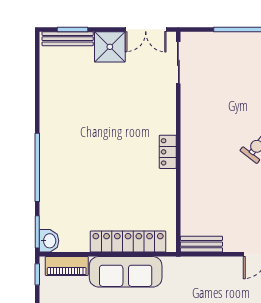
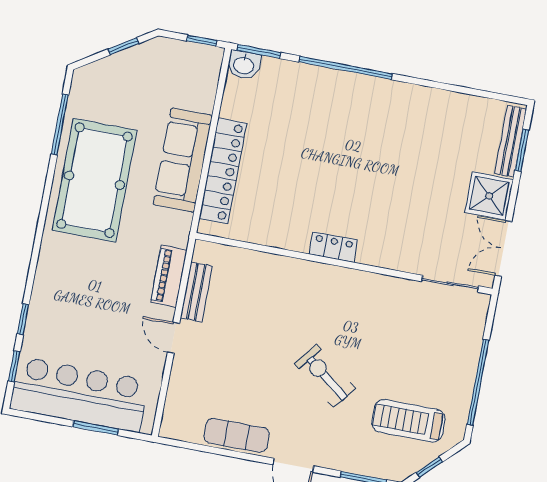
bench: (201, 244) -> (196, 292), moved
piano: (67, 266) -> (169, 276), moved

